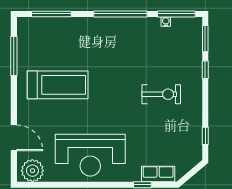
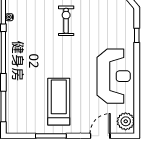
window: (14, 56) -> (51, 136), moved
row of seats: (158, 174) -> (128, 23), removed

